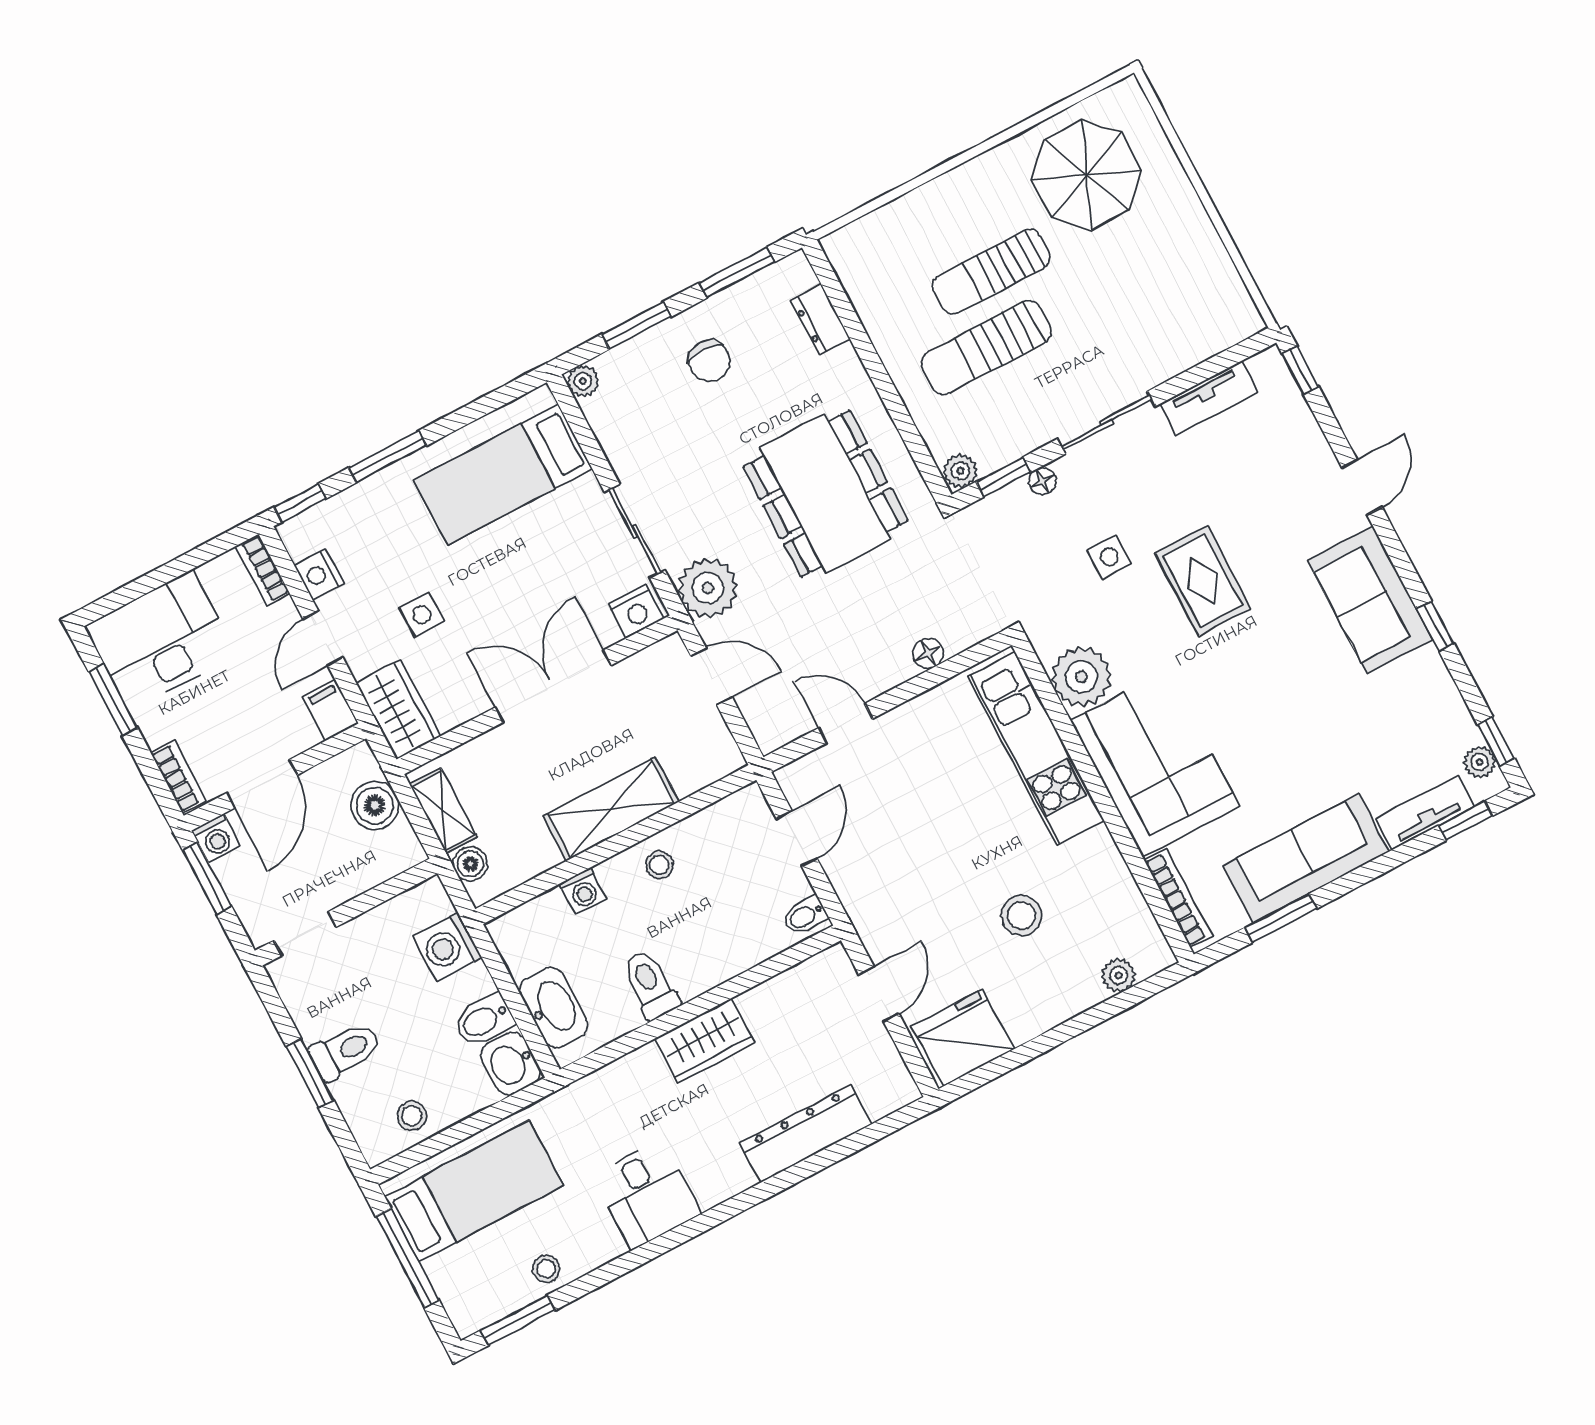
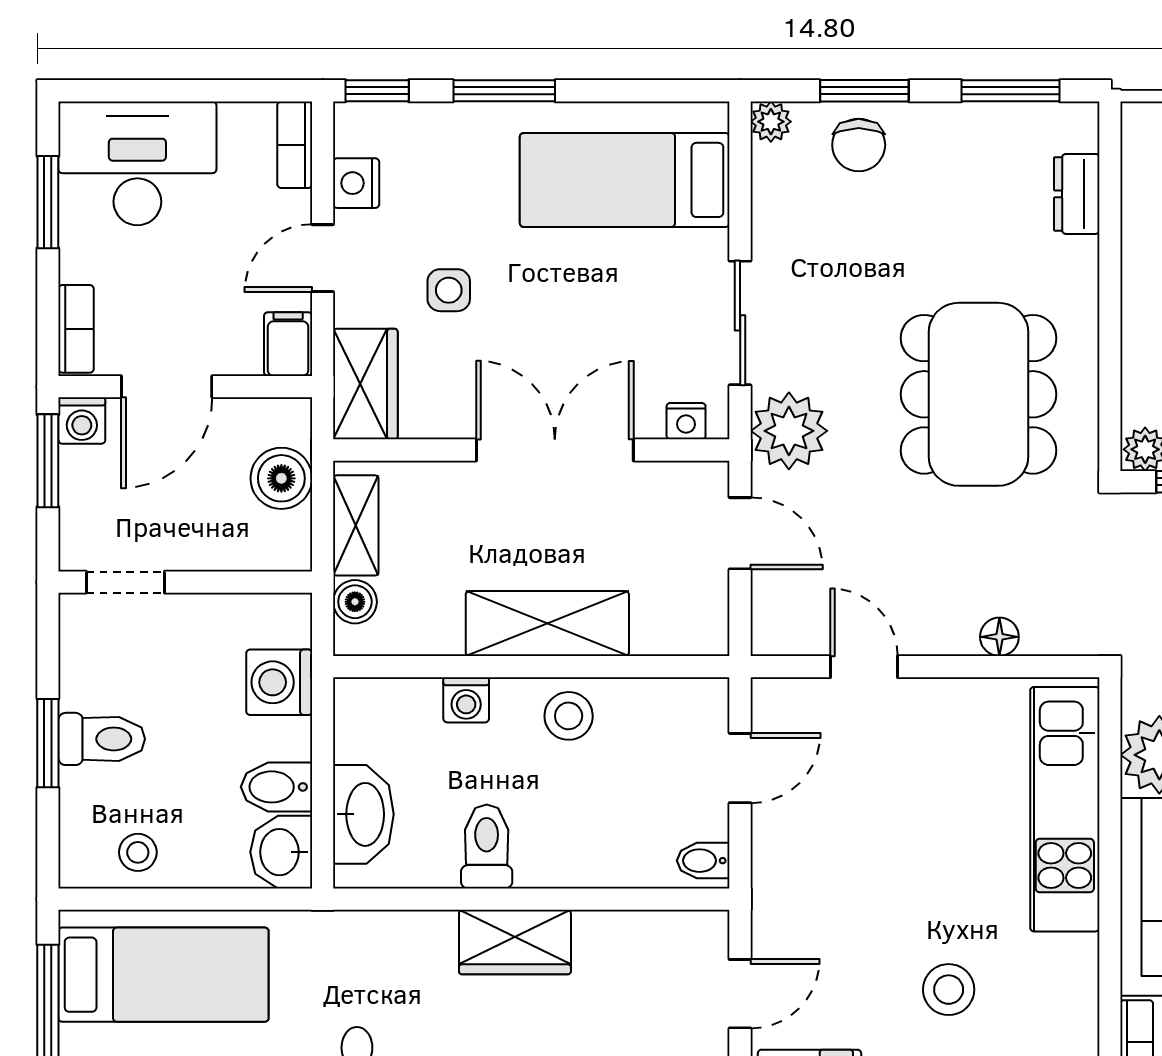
chair: (709, 361) -> (859, 145), moved
nightstand: (636, 611) -> (686, 421), width x0.72, depth x0.74
stool: (659, 865) -> (569, 716), width x1.37, depth x1.37

